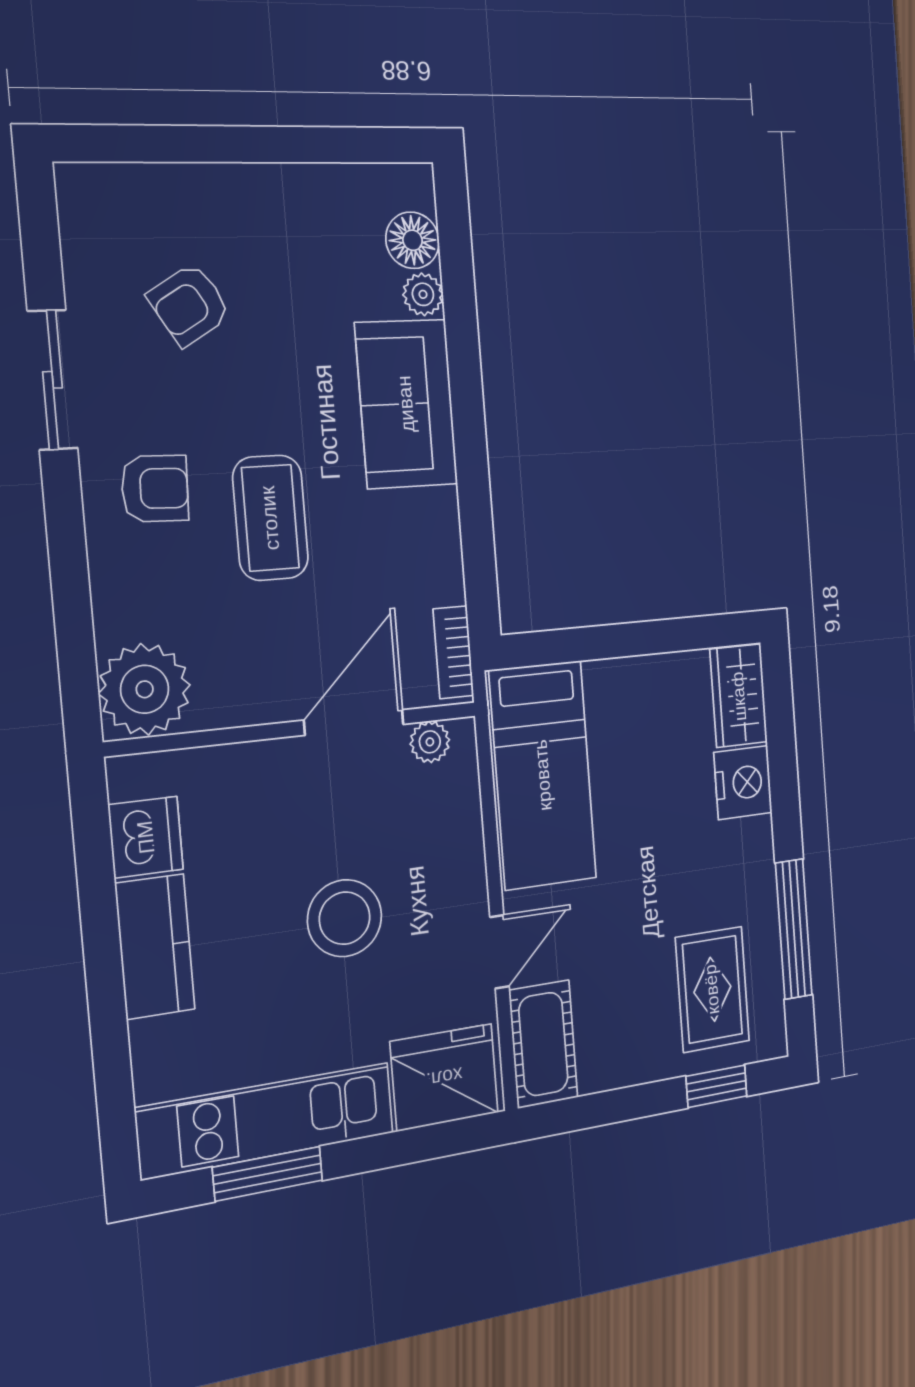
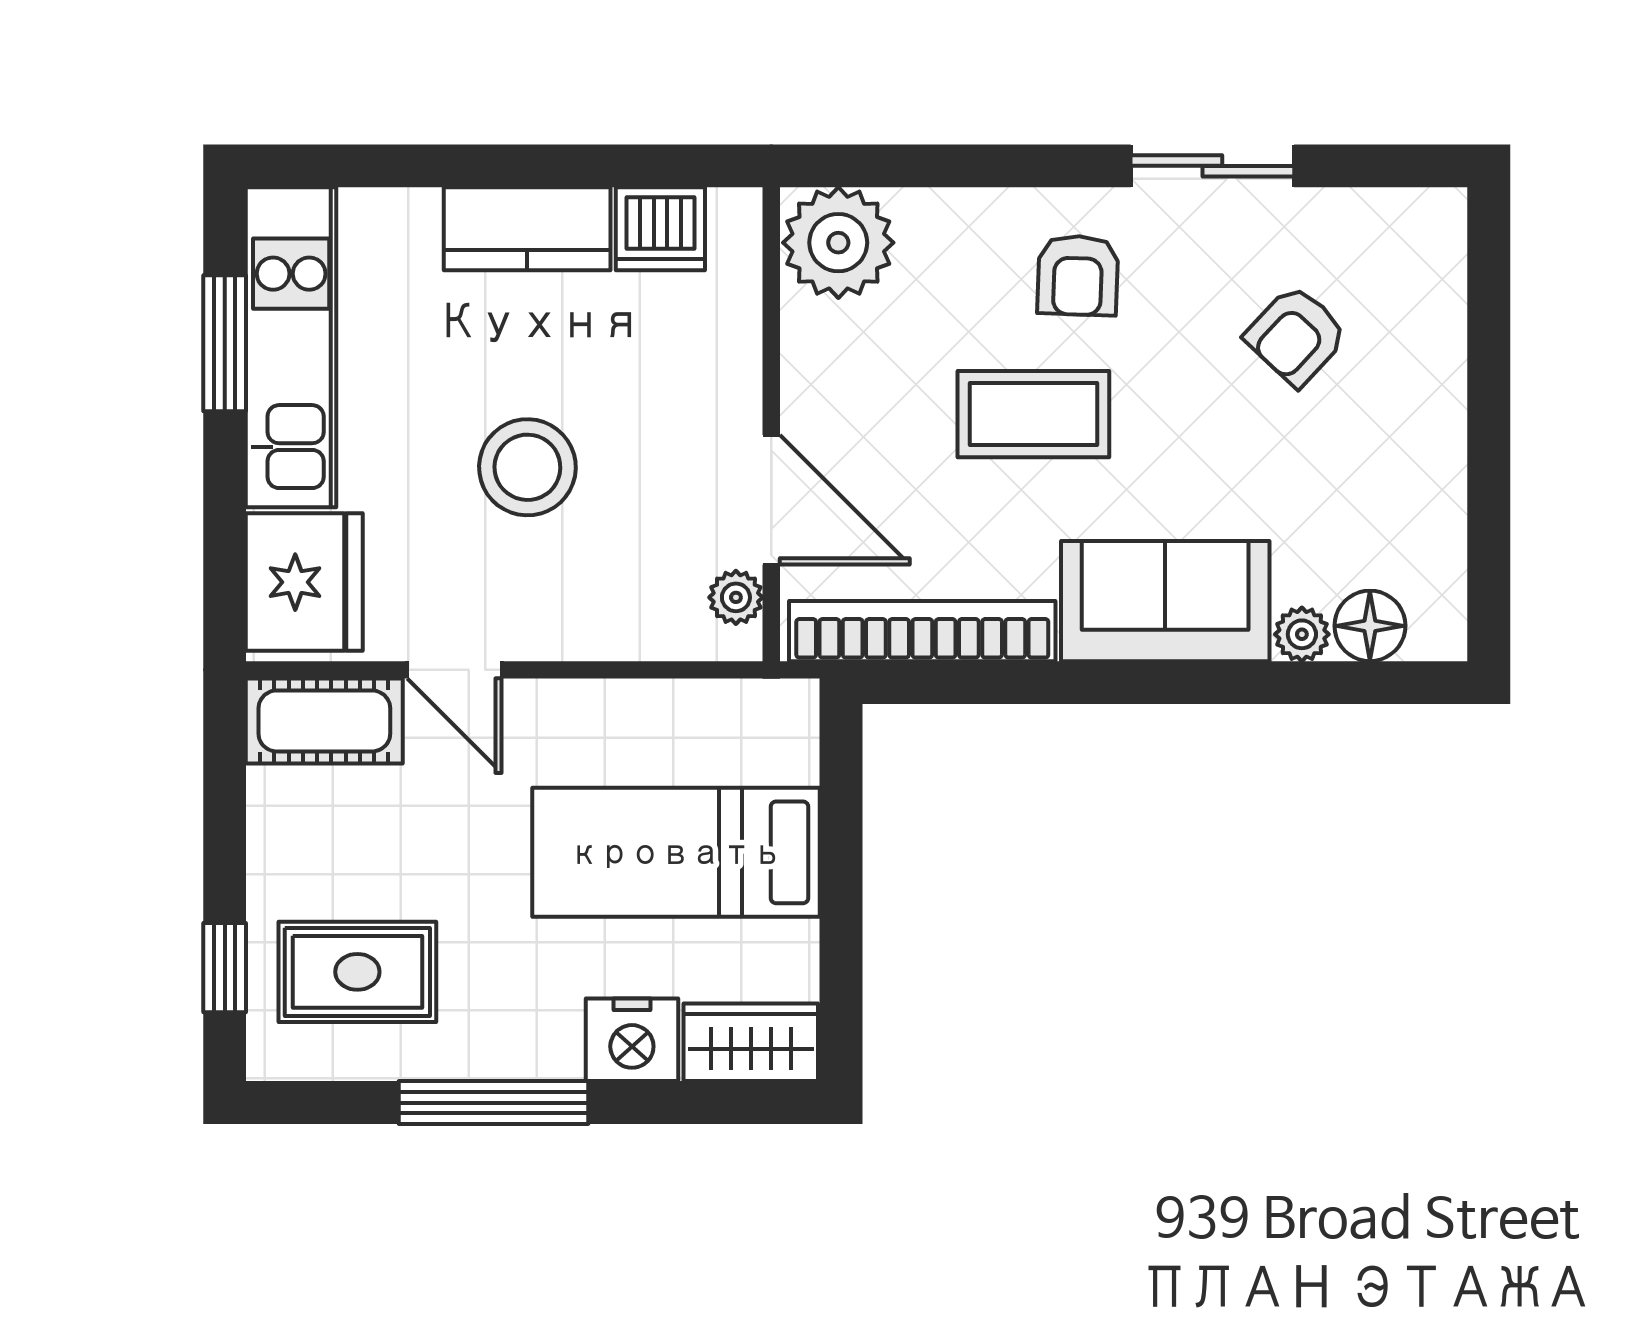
armchair: (189, 305) -> (1296, 336), turned -106
bookcase: (453, 652) -> (922, 631), width x2.31, depth x1.31
bed: (543, 775) -> (676, 852), moved
window: (794, 929) -> (493, 1103), moved

